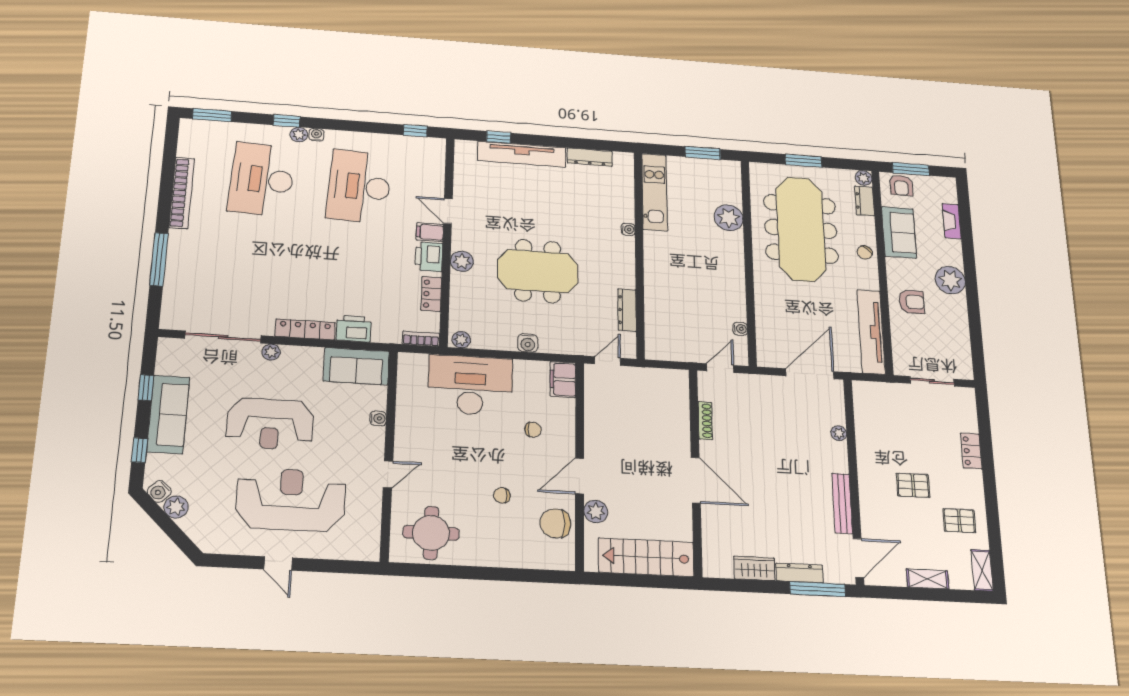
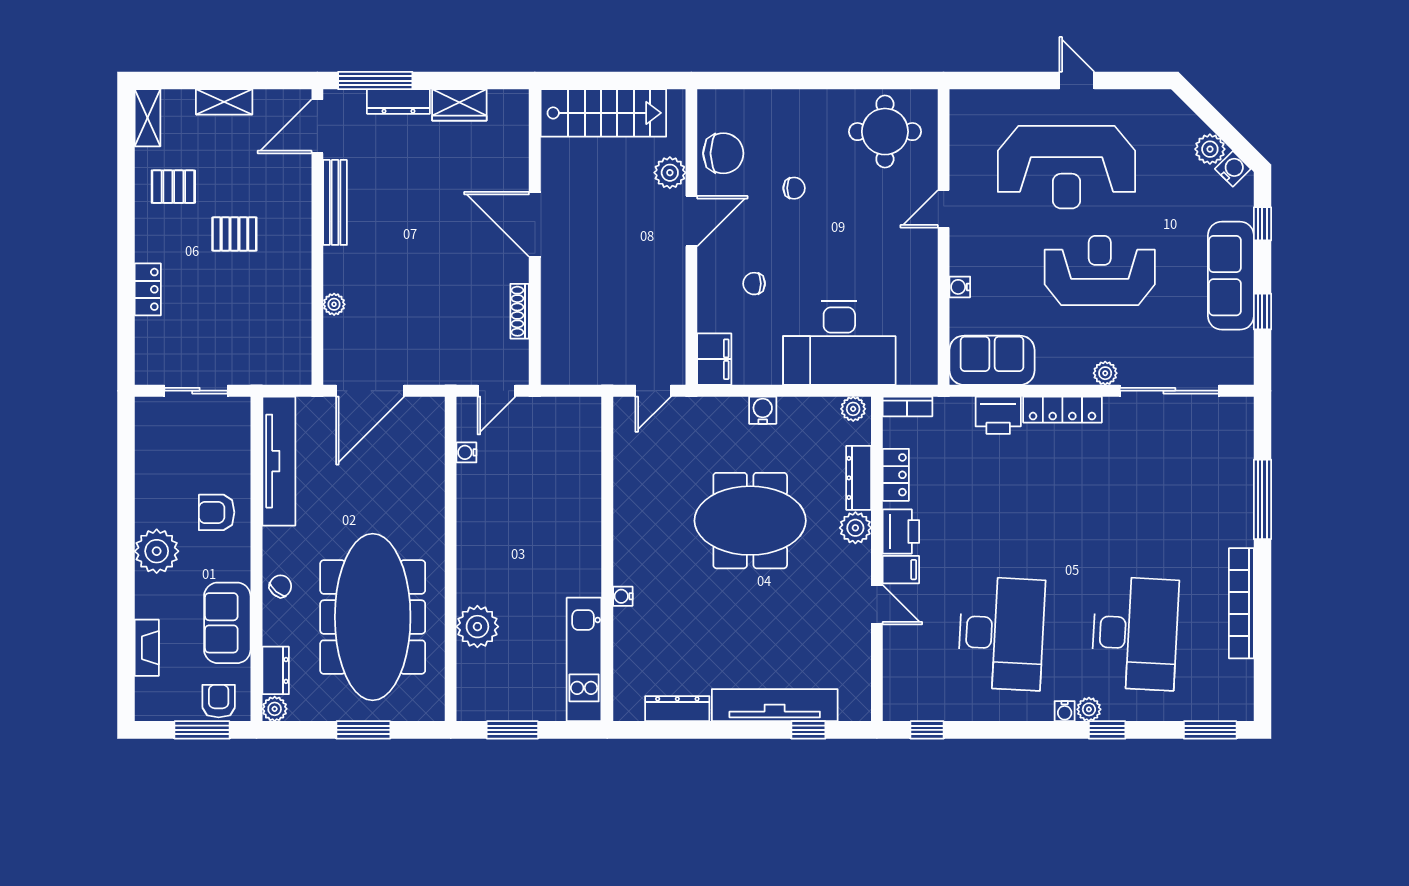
dresser: (627, 310) -> (859, 478), moved, turned 180

